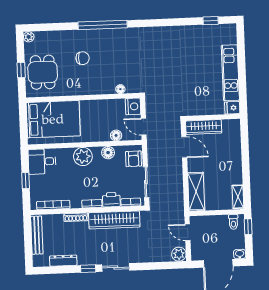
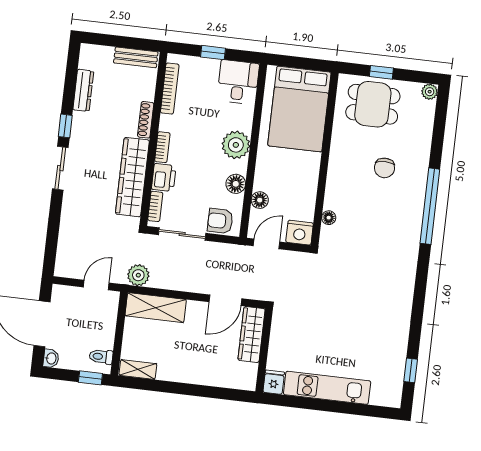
bench: (37, 235) -> (136, 57), width x0.73
plant: (179, 254) -> (138, 275), moved

